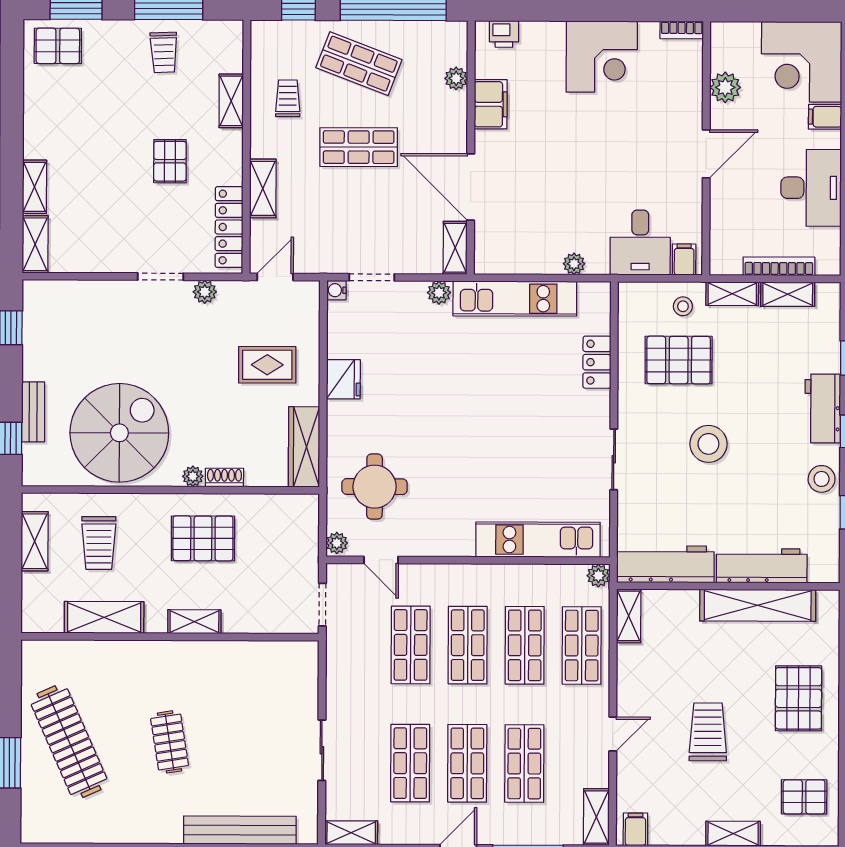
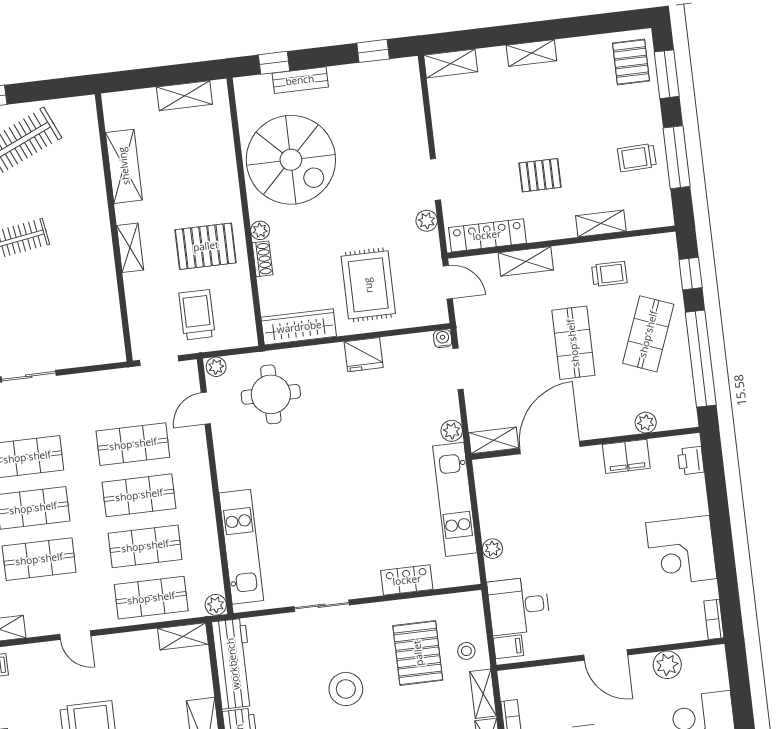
shelving: (34, 187) -> (531, 53), moved
rug: (267, 365) -> (368, 285), width x1.36, depth x1.43
pallet: (203, 538) -> (206, 246), turned 90
trolley: (99, 543) -> (197, 315), moved, turned 90

